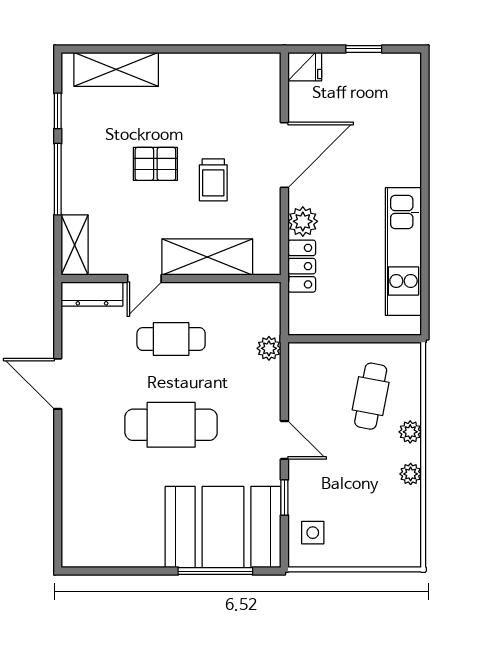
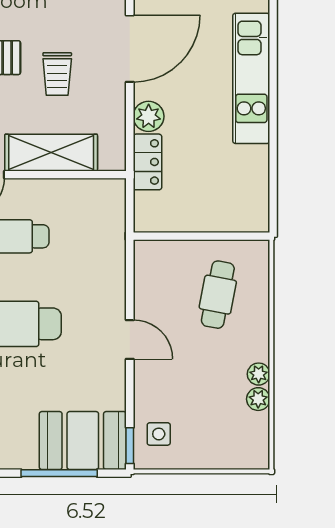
kitchen unit: (403, 252) -> (251, 78), moved
plant: (269, 348) -> (114, 246), removed
plant: (410, 432) -> (258, 399), moved
window: (284, 497) -> (130, 446), moved
booth: (223, 527) -> (83, 441), width x0.73, depth x0.70

